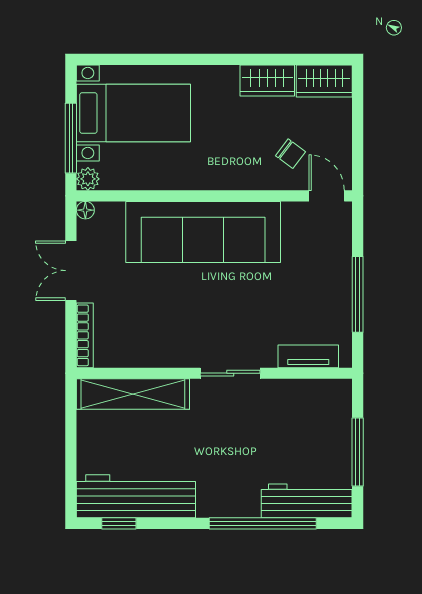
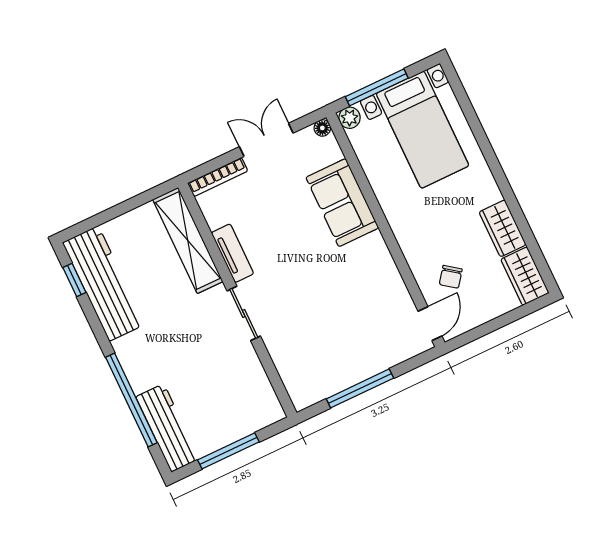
sofa: (203, 232) -> (342, 203), width x0.54, depth x0.79
tv unit: (308, 356) -> (232, 253), moved

